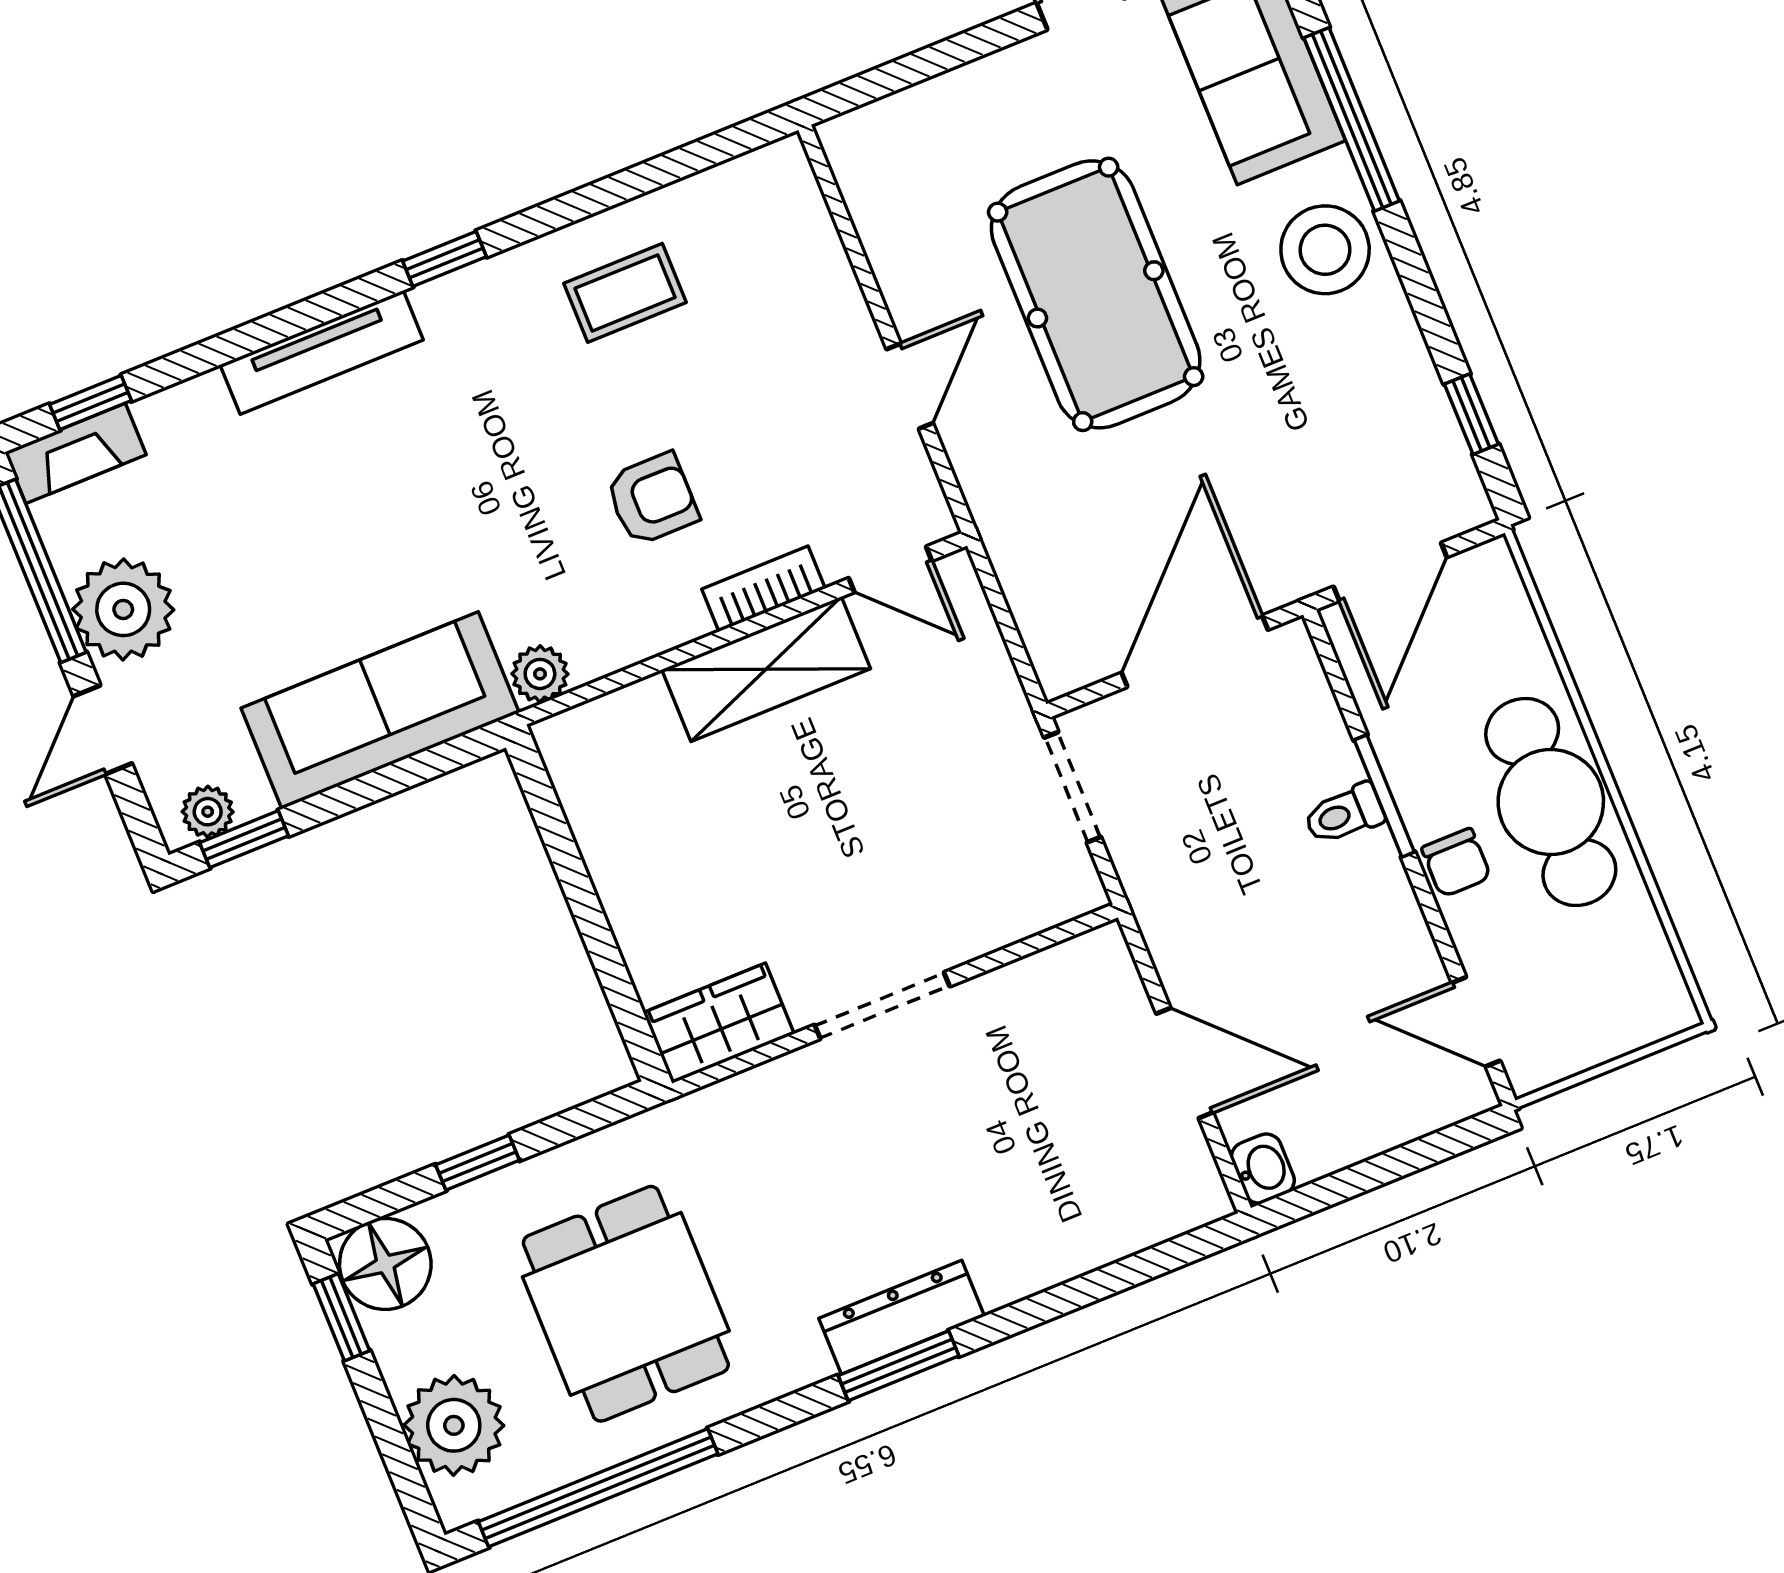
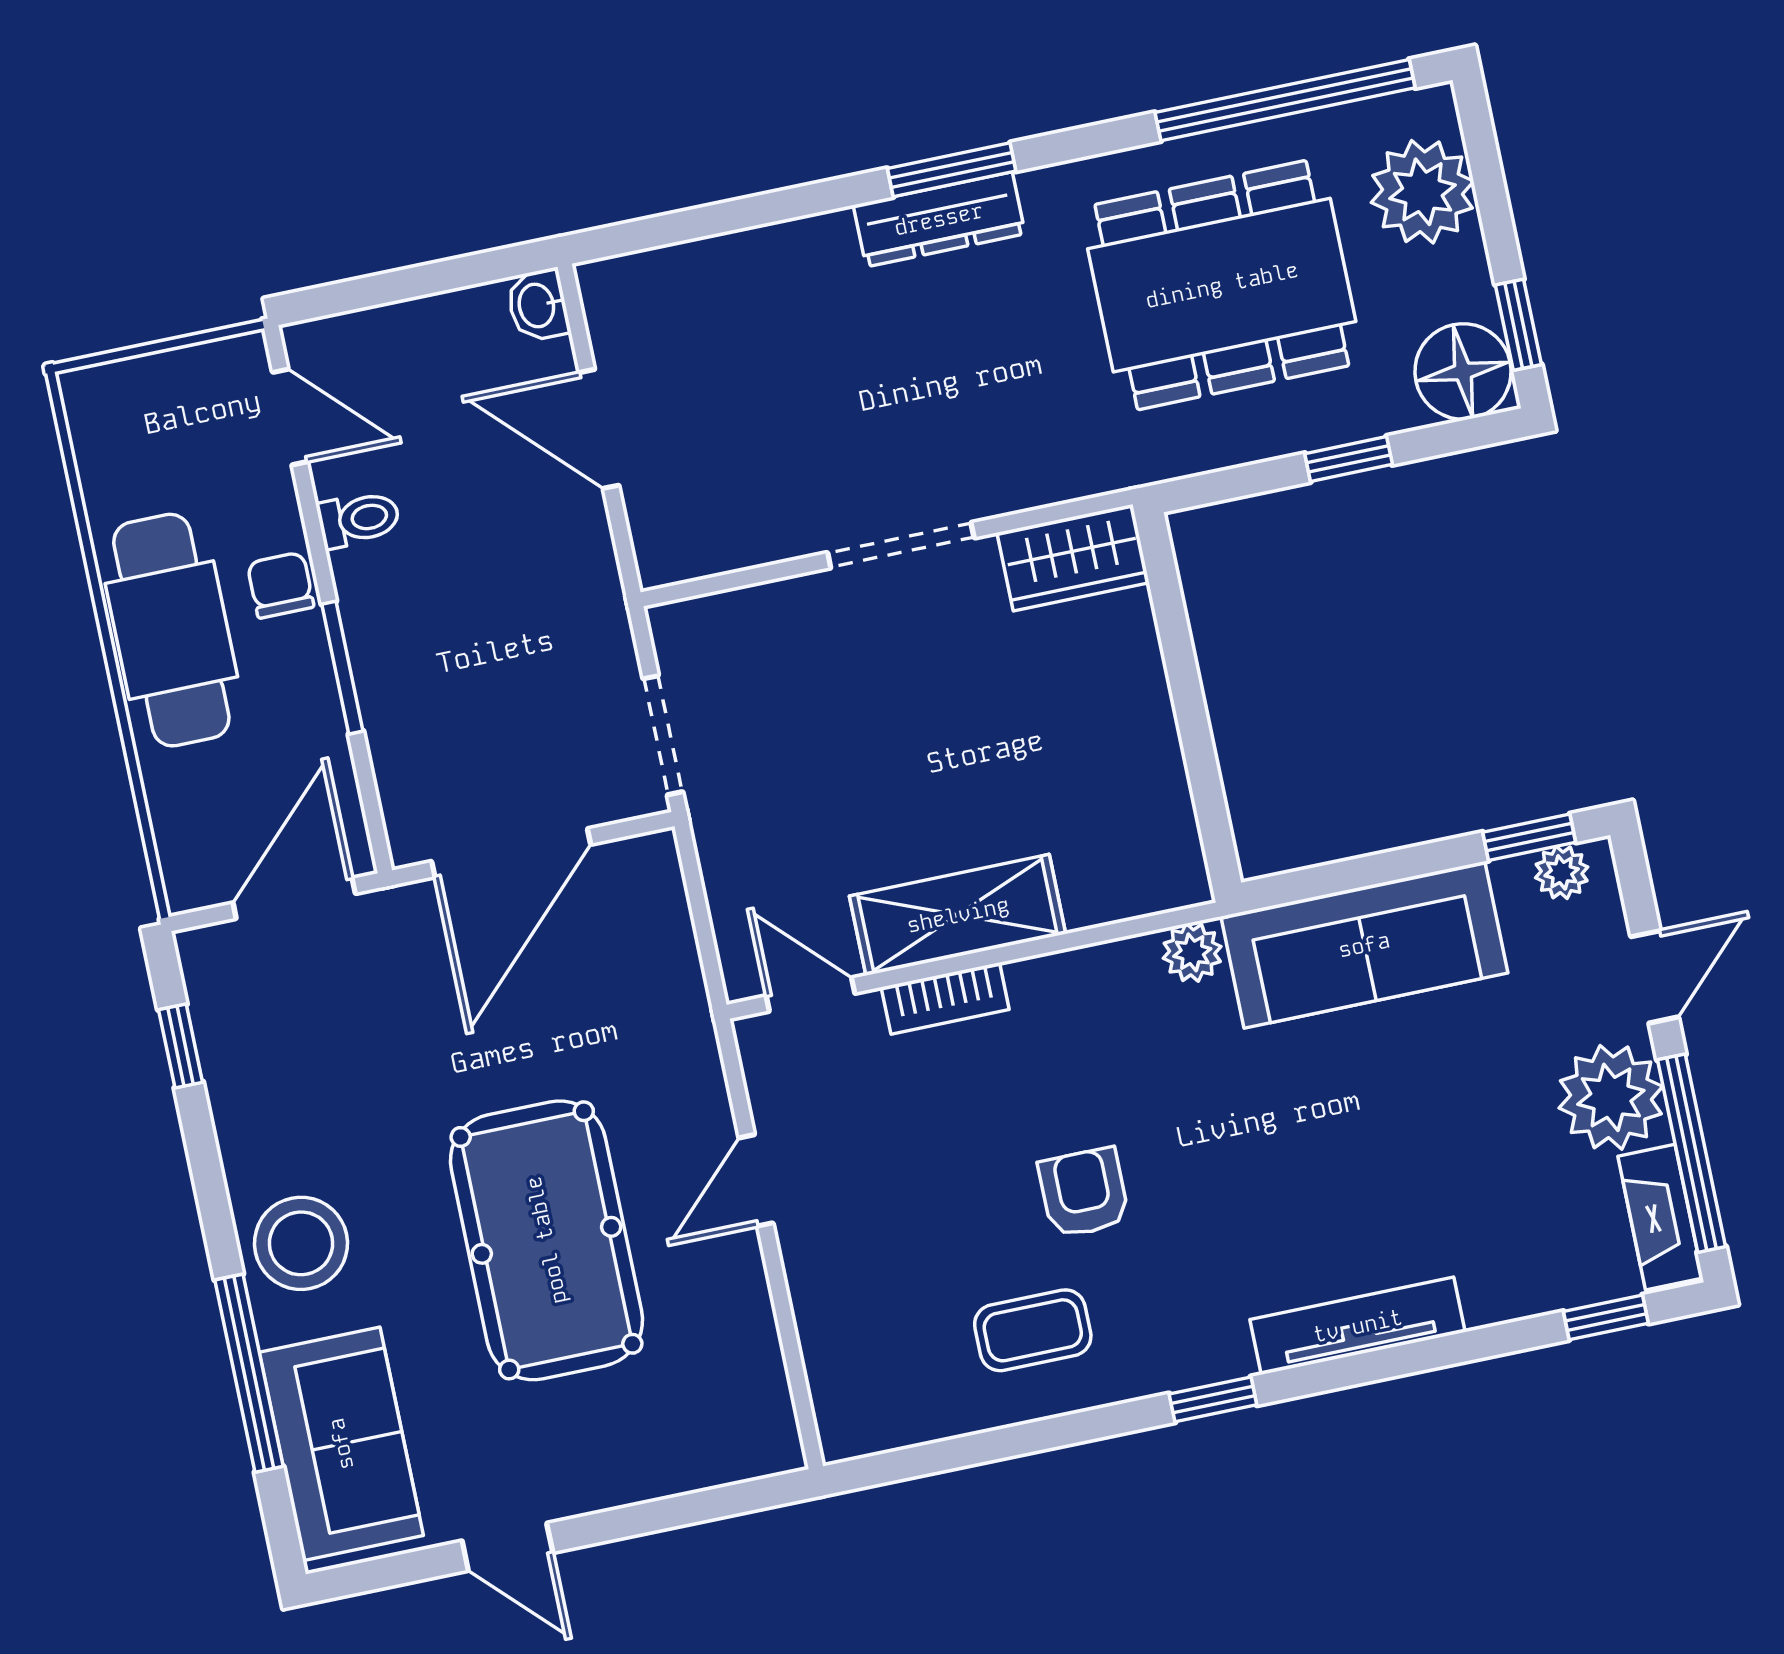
fireplace: (76, 453) -> (1660, 1217), moved, turned -90
armchair: (652, 499) -> (1084, 1193), moved, turned 90
toilet: (1344, 814) -> (359, 519), moved
dining table: (626, 1304) -> (1222, 285), width x1.38

